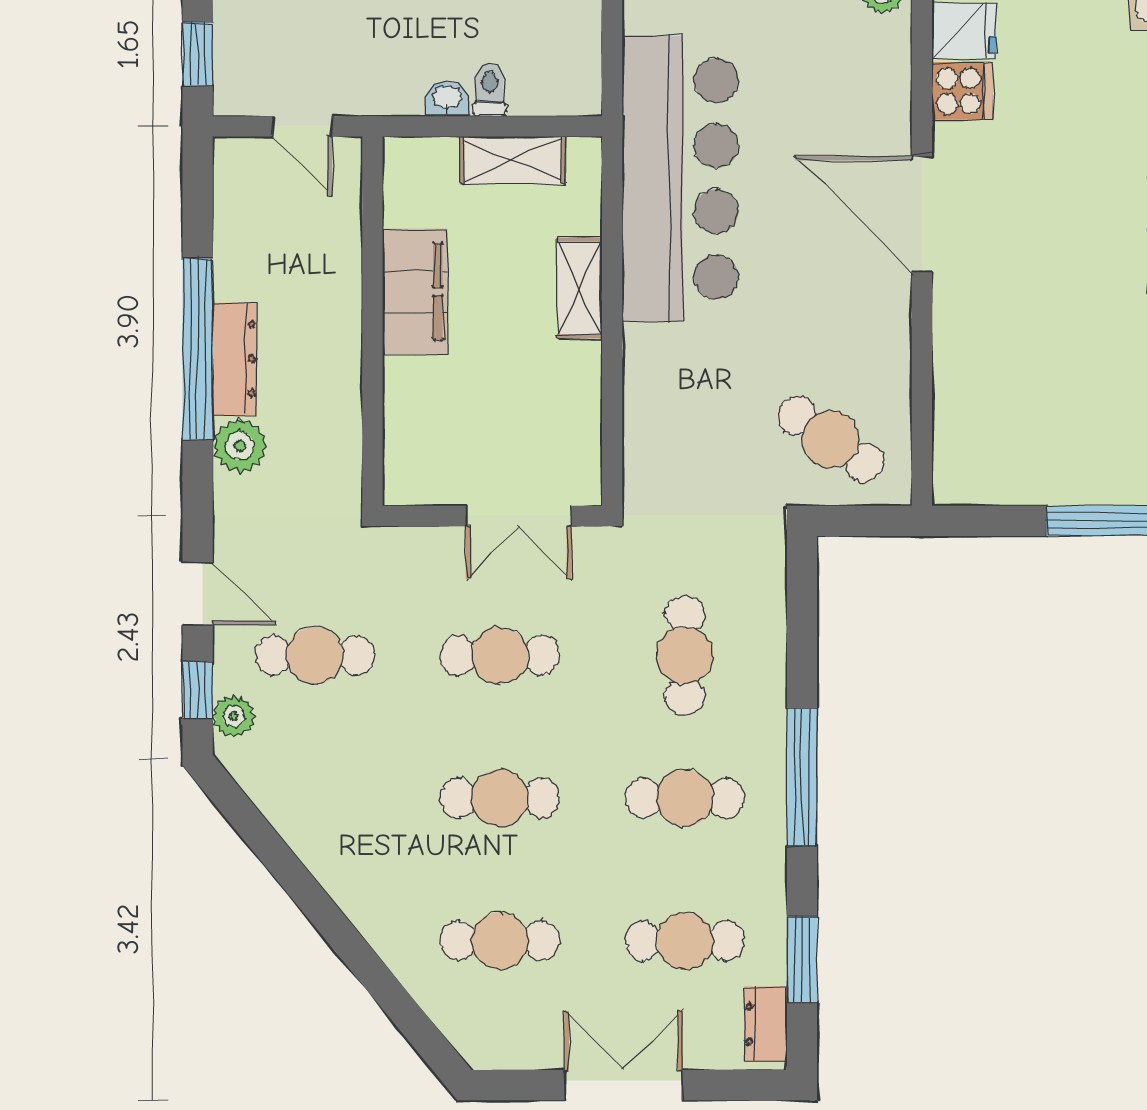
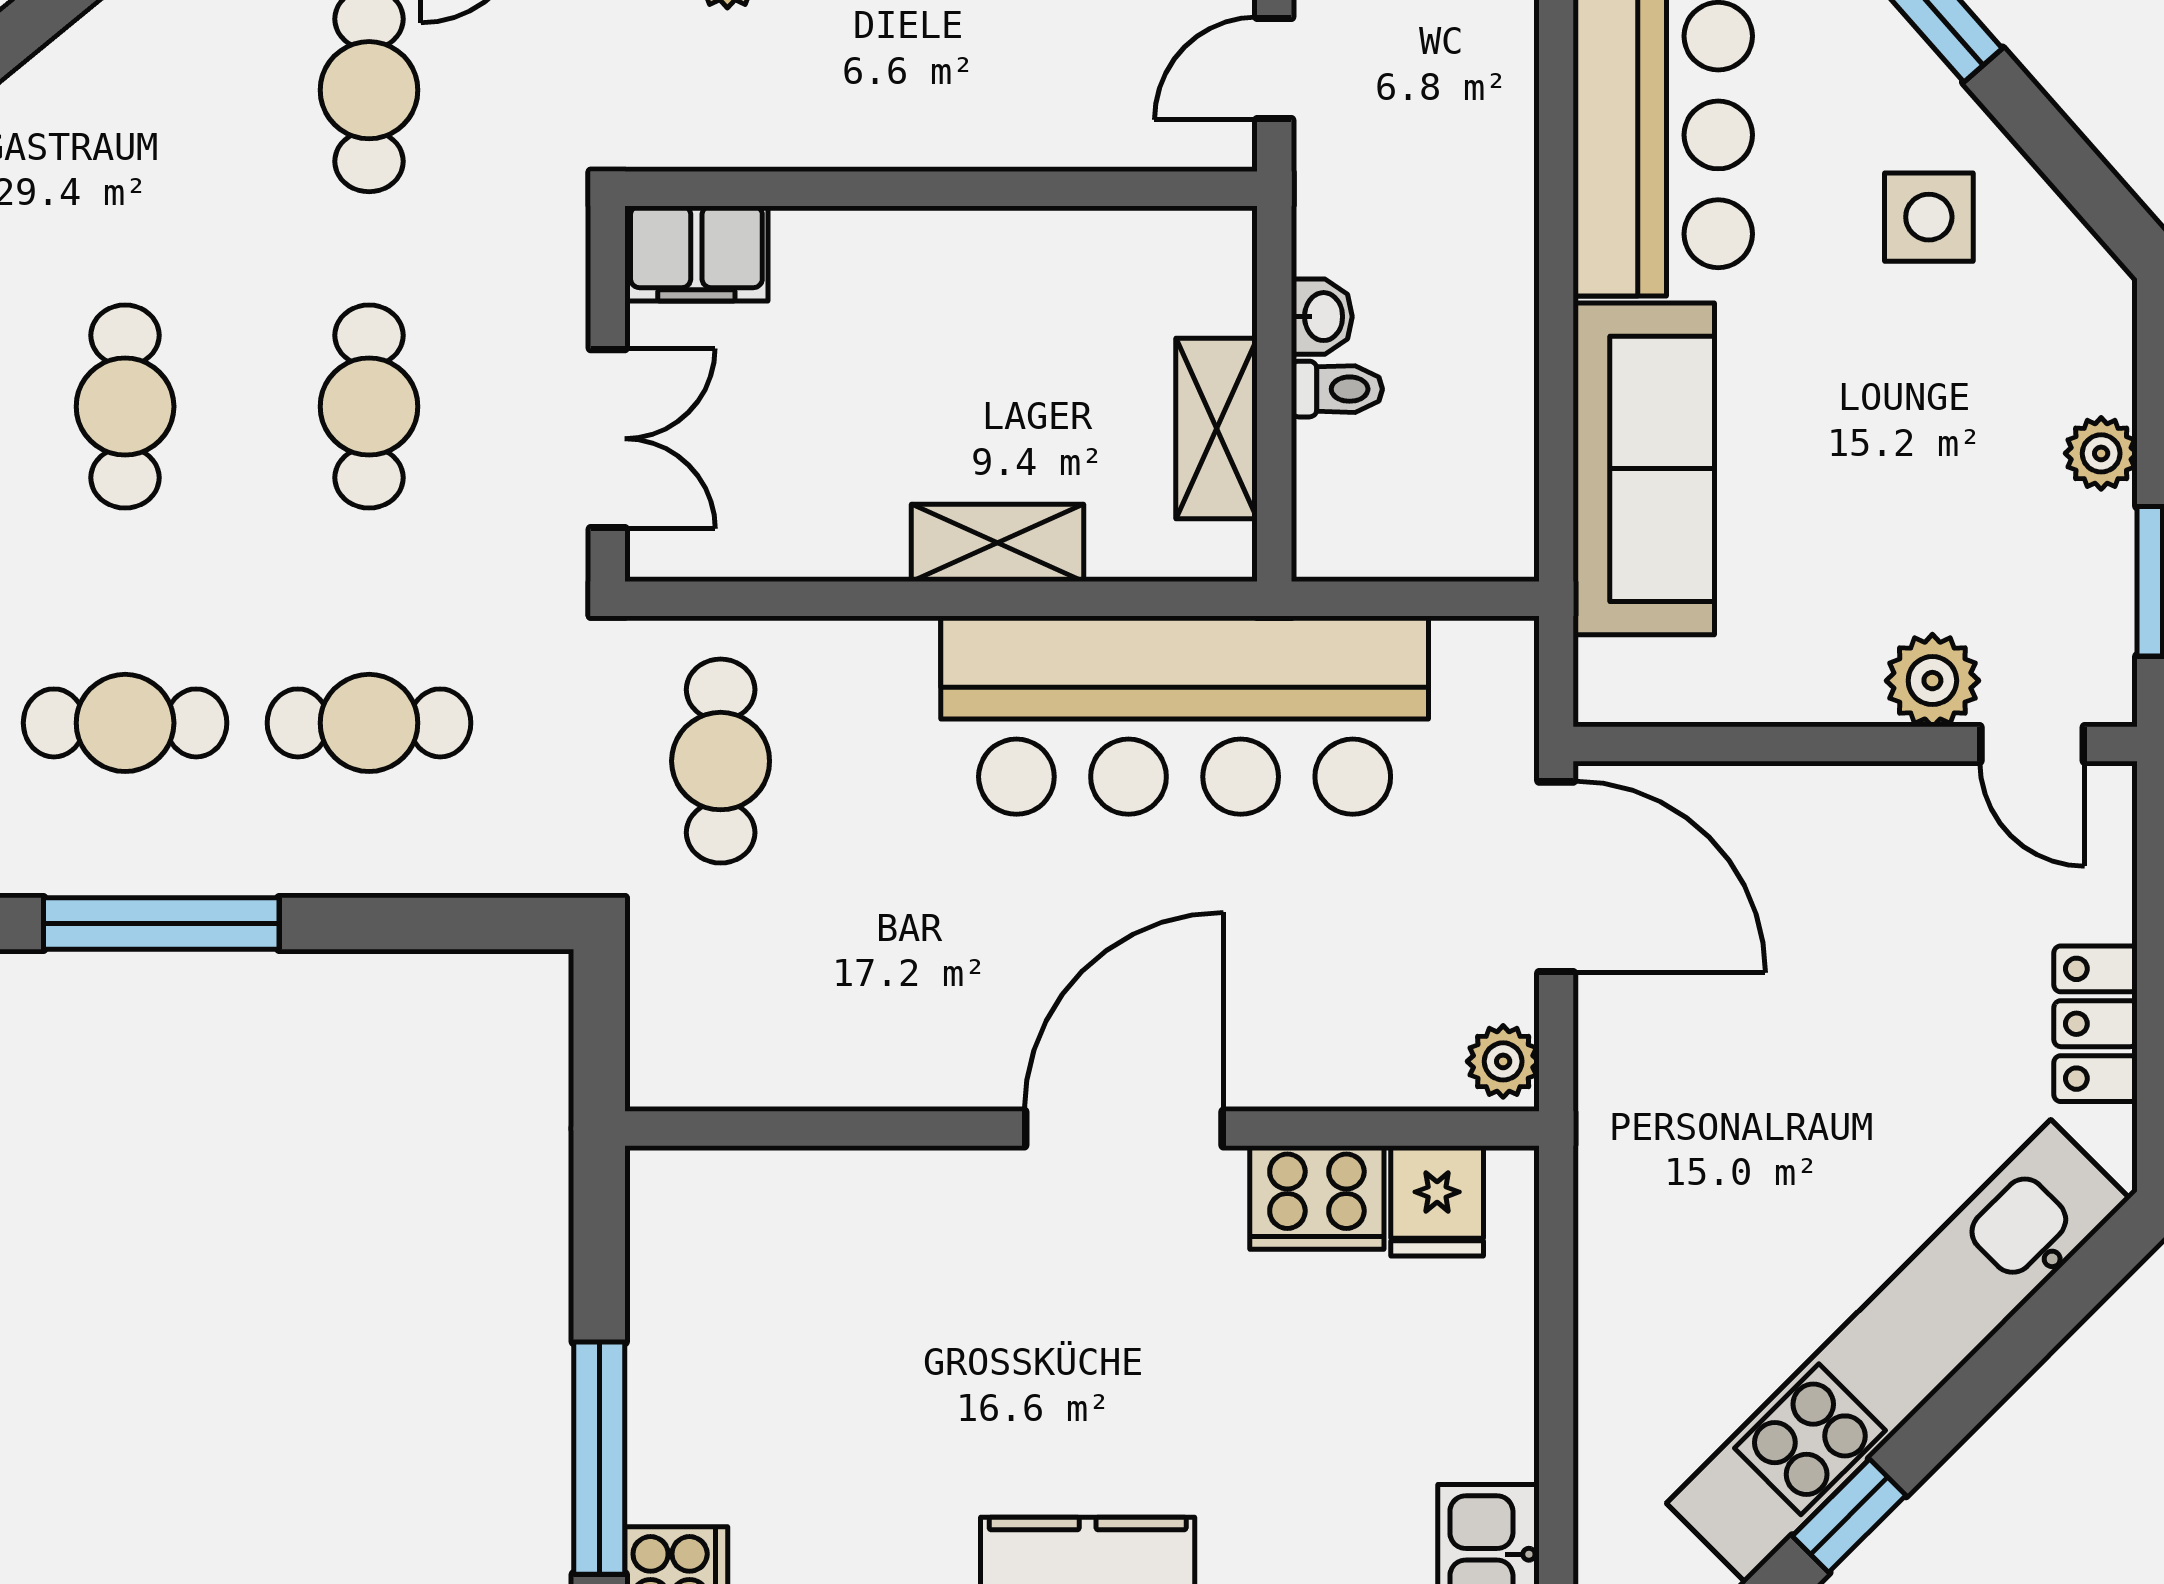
cooker: (962, 91) -> (1317, 1197), width x1.36
filing cabinet: (415, 291) -> (696, 253), moved, width x0.67, depth x0.86
cafe table: (831, 439) -> (721, 761), moved, turned -35
double door: (519, 516) -> (608, 439), swing flipped
cafe table: (685, 798) -> (125, 723), turned 90

